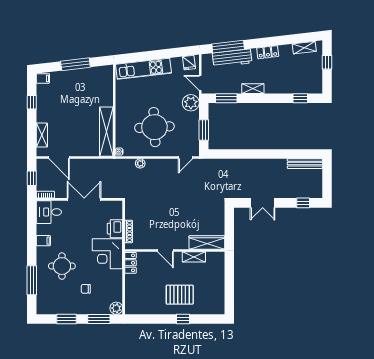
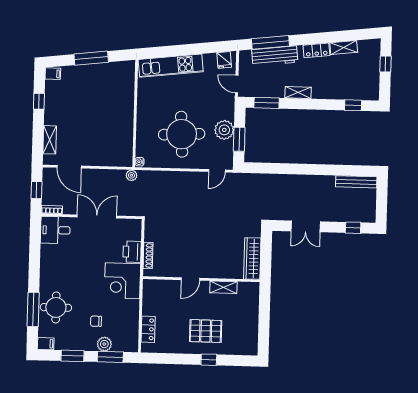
shelving: (304, 48) -> (344, 48), moved
plant: (191, 103) -> (224, 130), moved
shelving: (106, 132) -> (125, 138), removed
plant: (140, 163) -> (131, 175), moved
filing cabinet: (43, 241) -> (46, 344), moved
wardrobe: (207, 242) -> (252, 258), moved, turned -90
door: (165, 250) -> (190, 279), hinge flipped
locker: (130, 263) -> (148, 329), moved
round table: (62, 266) -> (56, 307), moved
plant: (116, 308) -> (104, 344), moved

